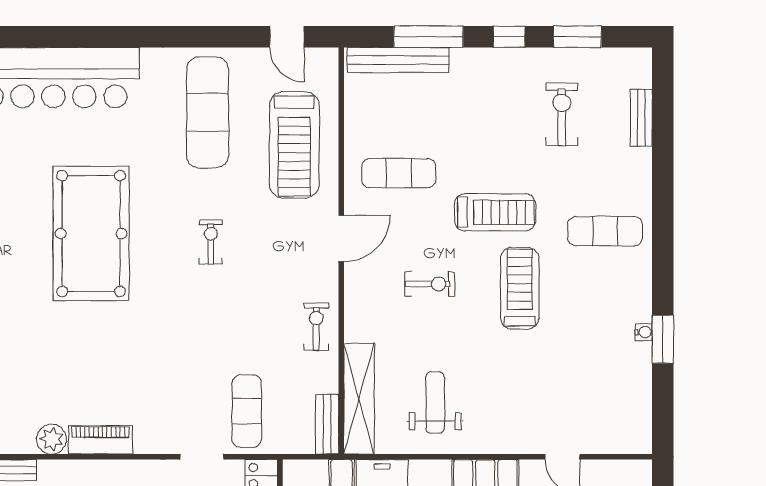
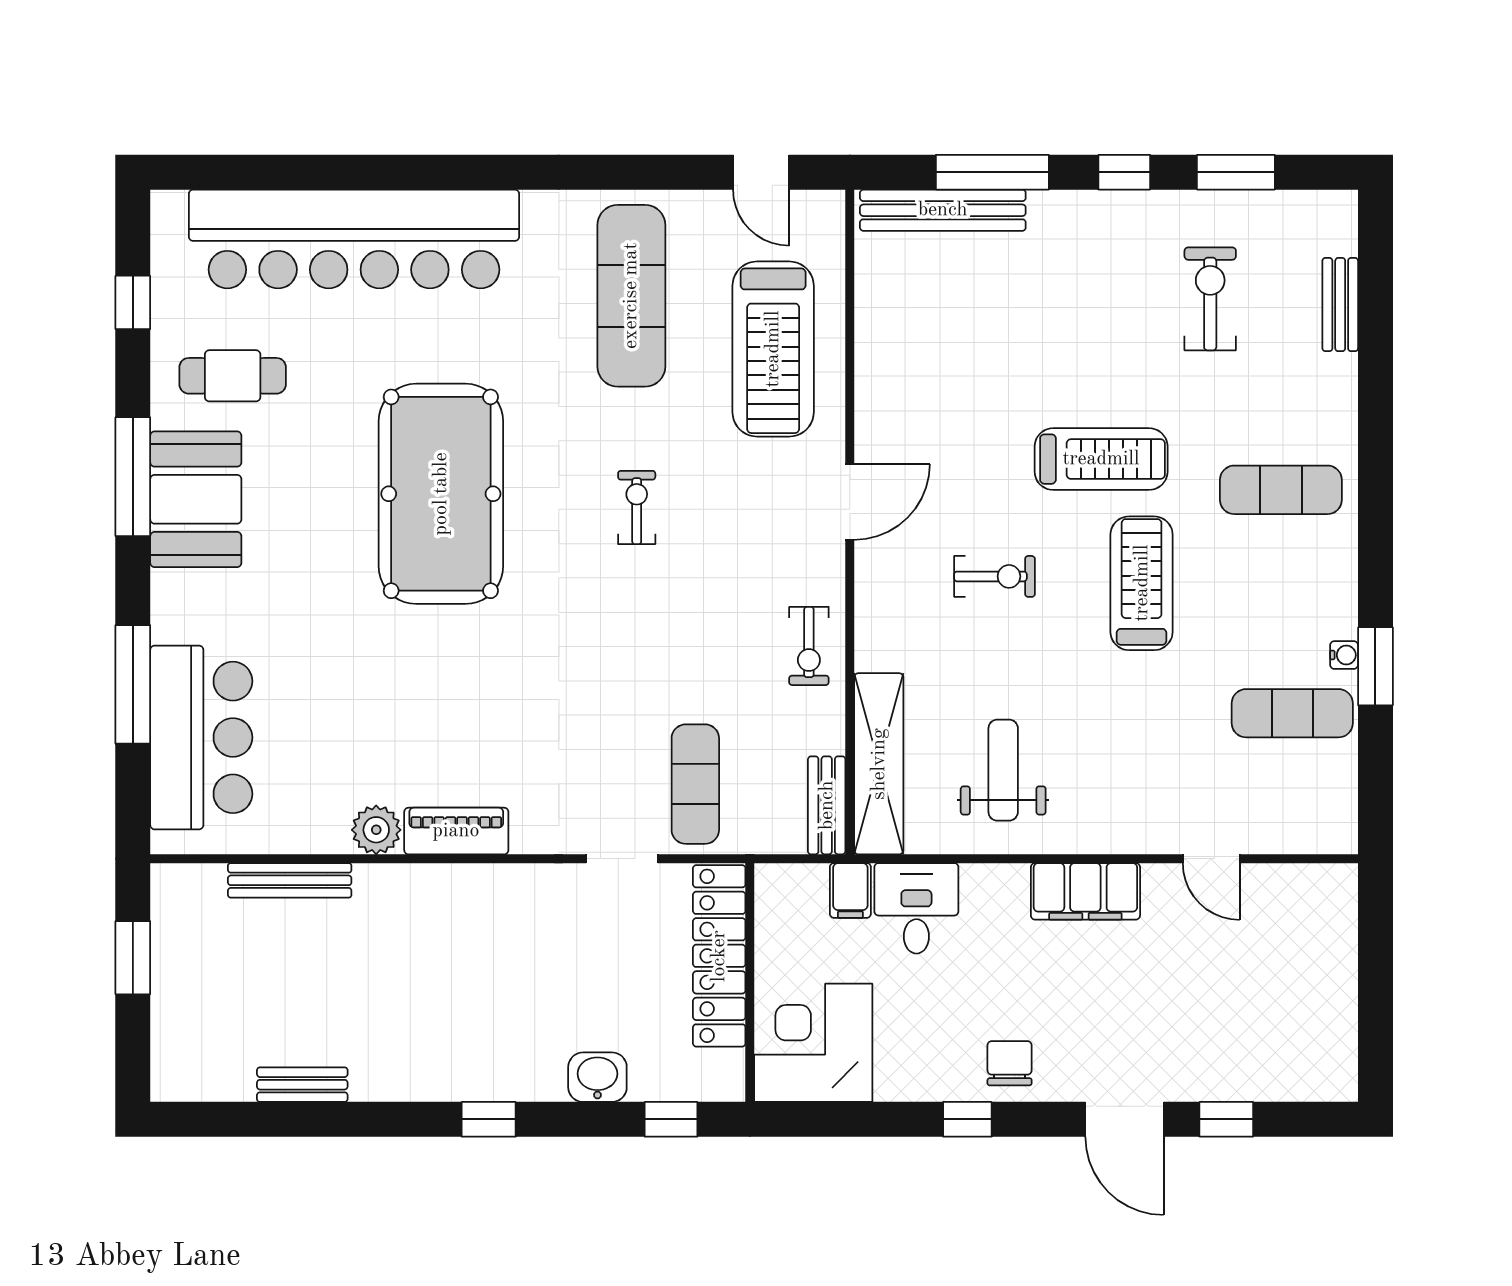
exercise mat: (399, 173) -> (1292, 713), moved
exercise bike: (316, 327) -> (809, 646), turned 180

